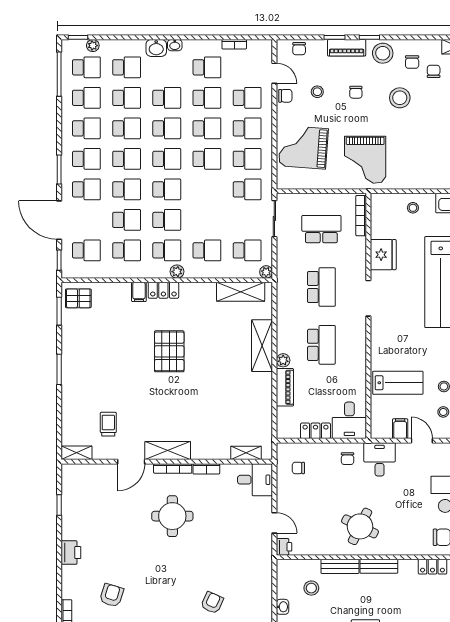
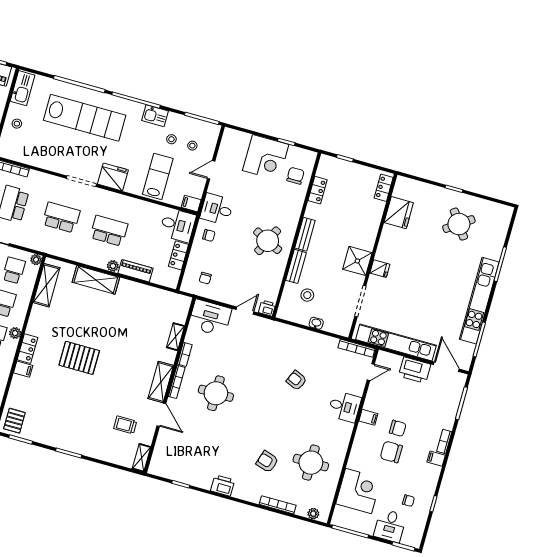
fridge: (383, 255) -> (113, 177), moved
filing cabinet: (400, 429) -> (191, 204), moved
shelving: (246, 453) -> (175, 337), moved
desk: (255, 480) -> (210, 318), width x1.37

